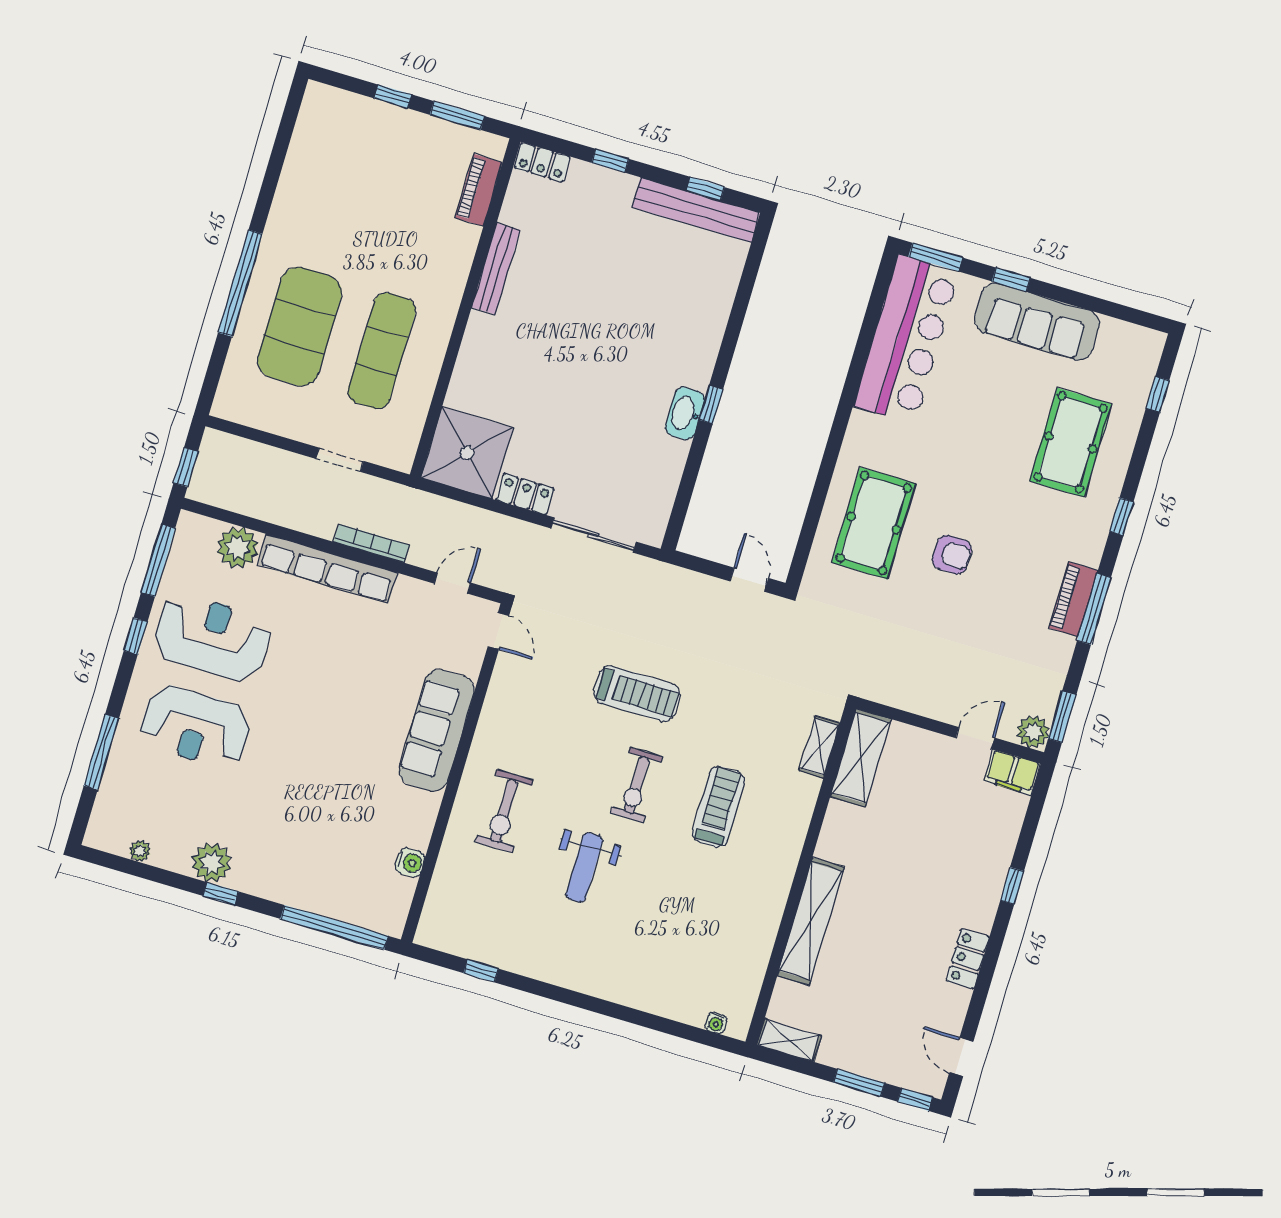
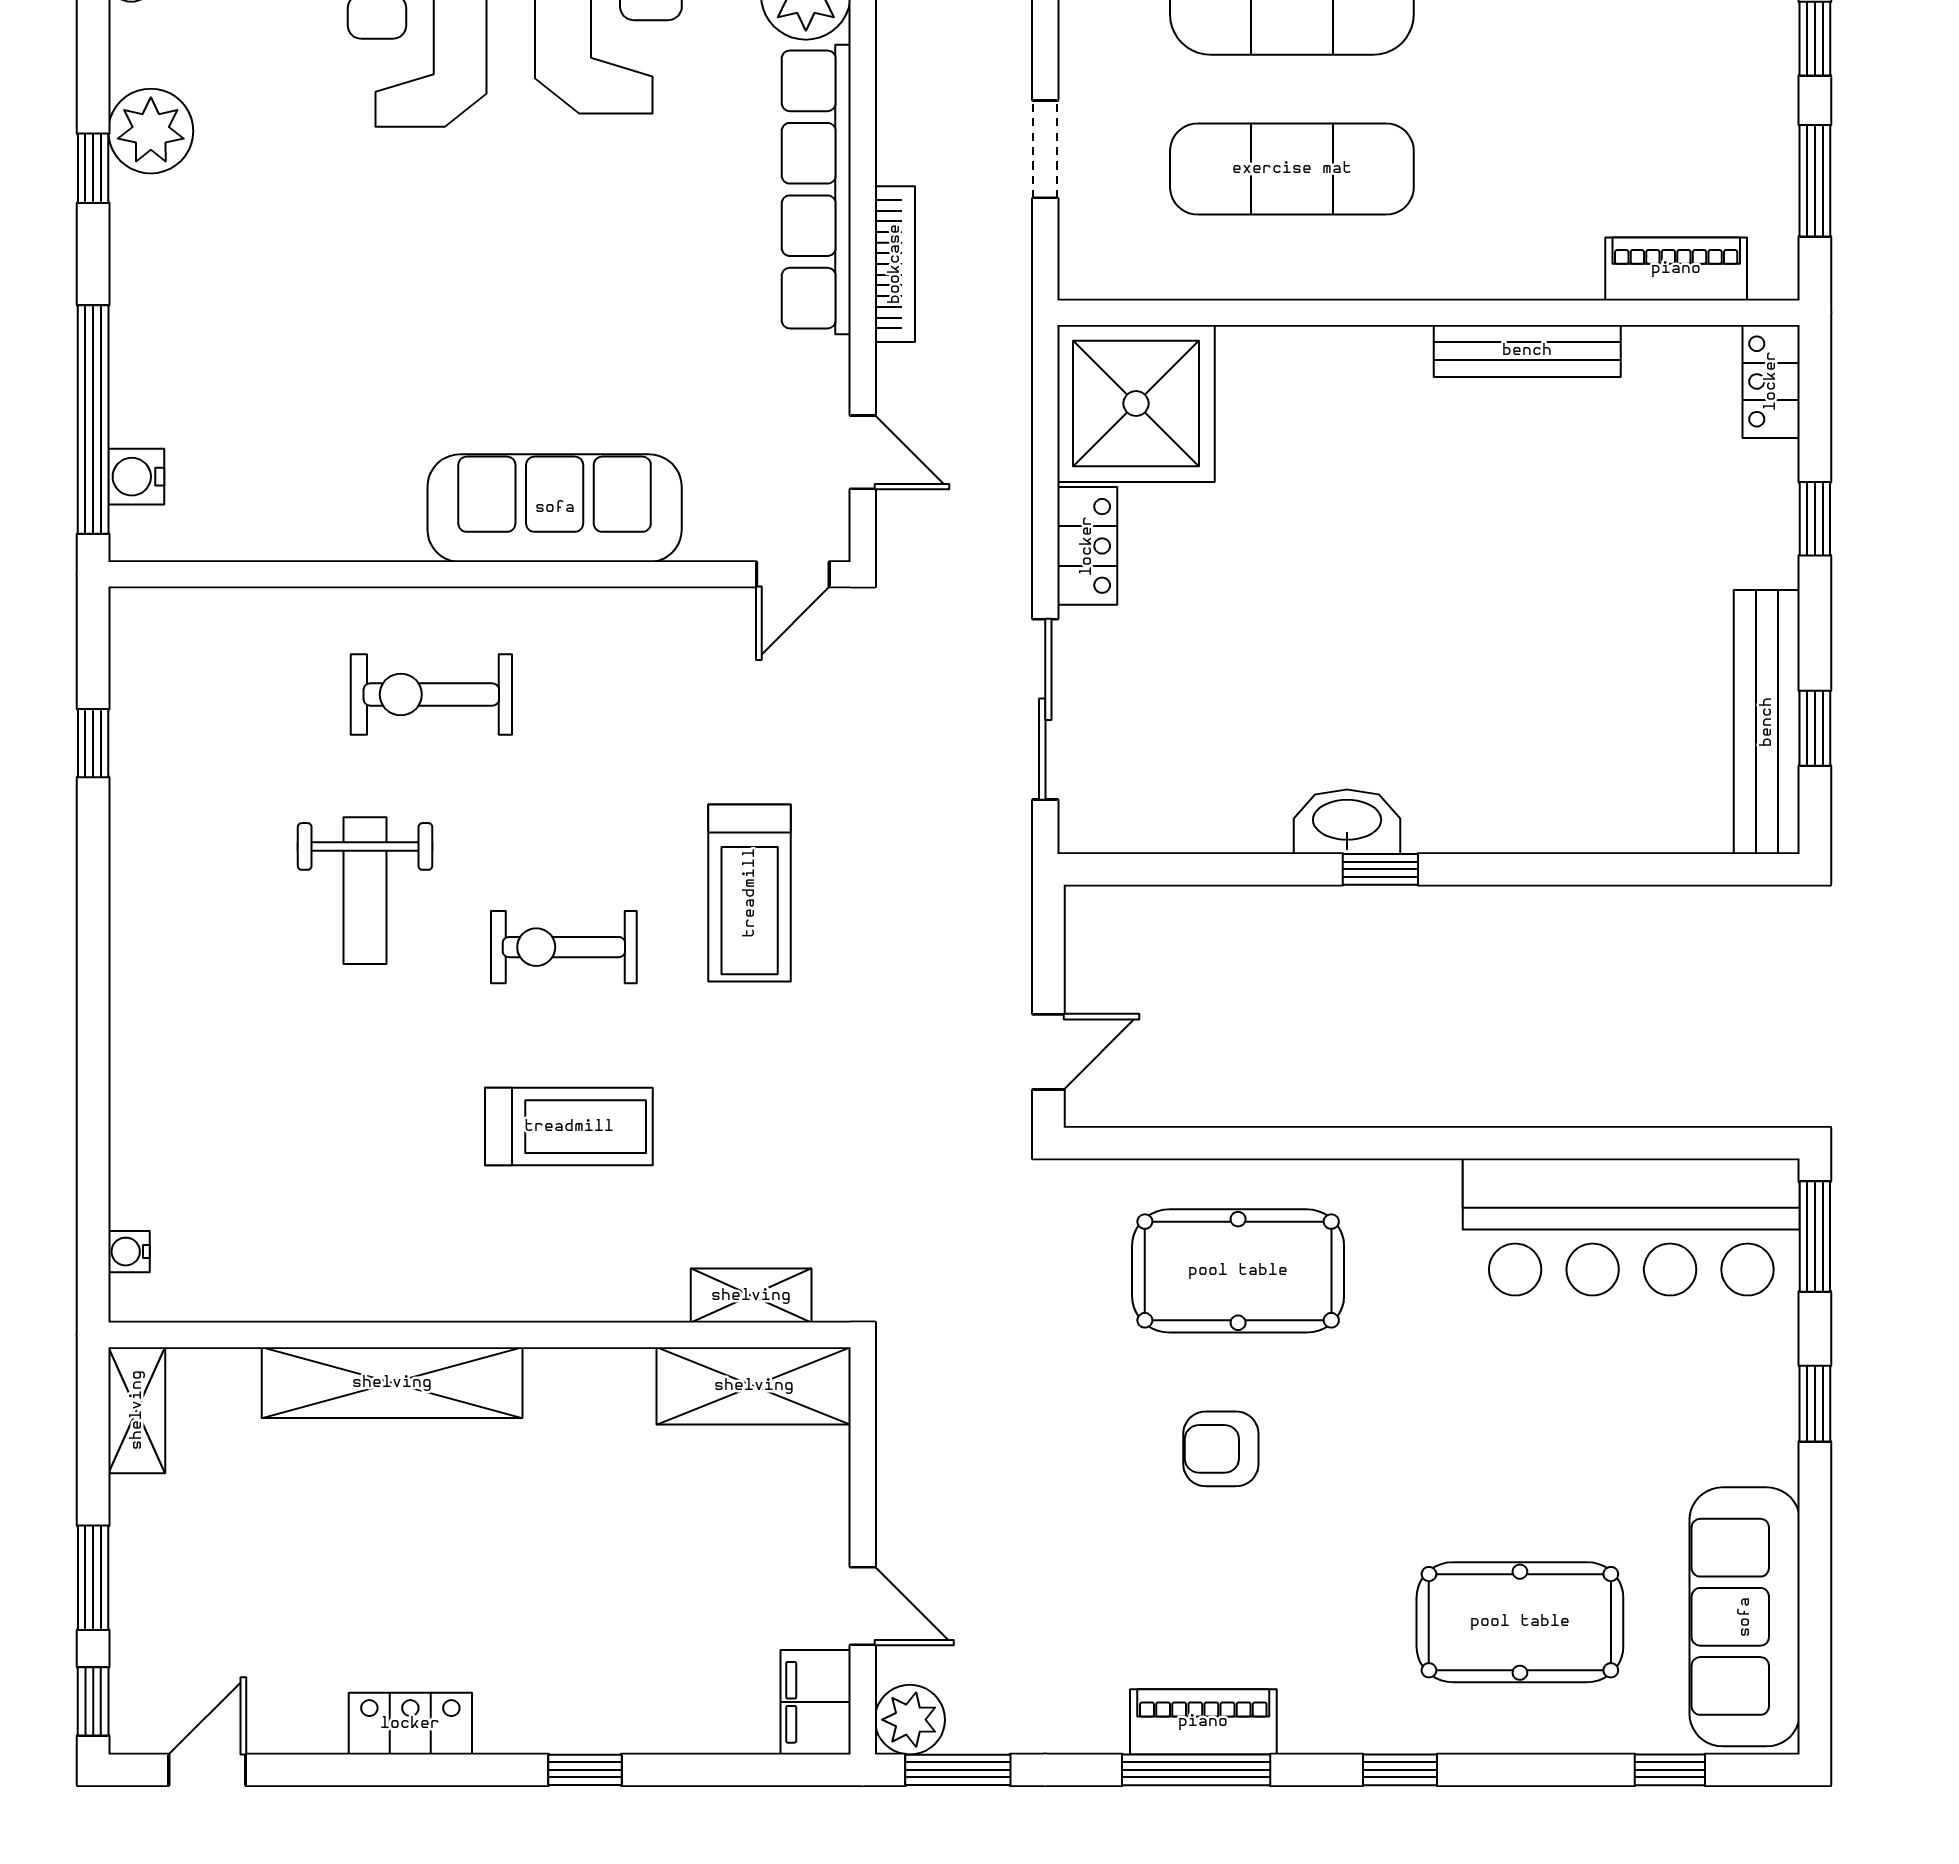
sofa: (1037, 322) -> (1745, 1617), moved
armchair: (952, 555) -> (1221, 1449), turned 90
water cooler: (410, 862) -> (136, 477), moved, turned 90
weight bench: (584, 867) -> (365, 891), turned -90

